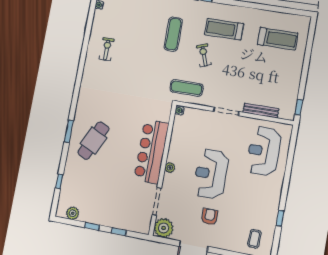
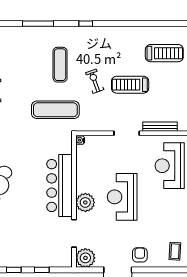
treadmill: (224, 29) -> (130, 85), moved
exercise mat: (187, 88) -> (55, 110), moved, width x1.36, depth x1.45
plant: (170, 168) -> (85, 202), width x1.88, depth x1.88
armchair: (210, 217) -> (140, 255), moved

